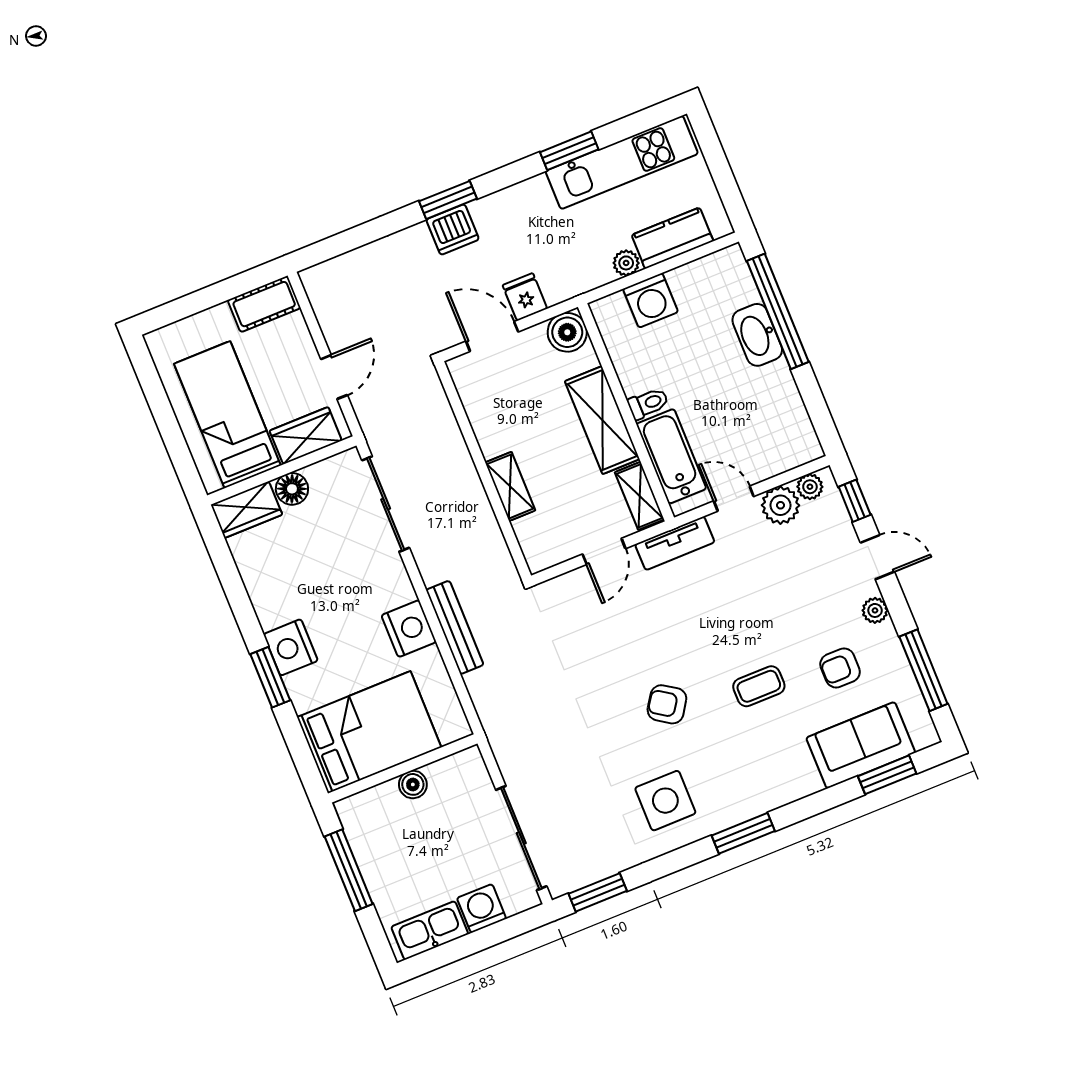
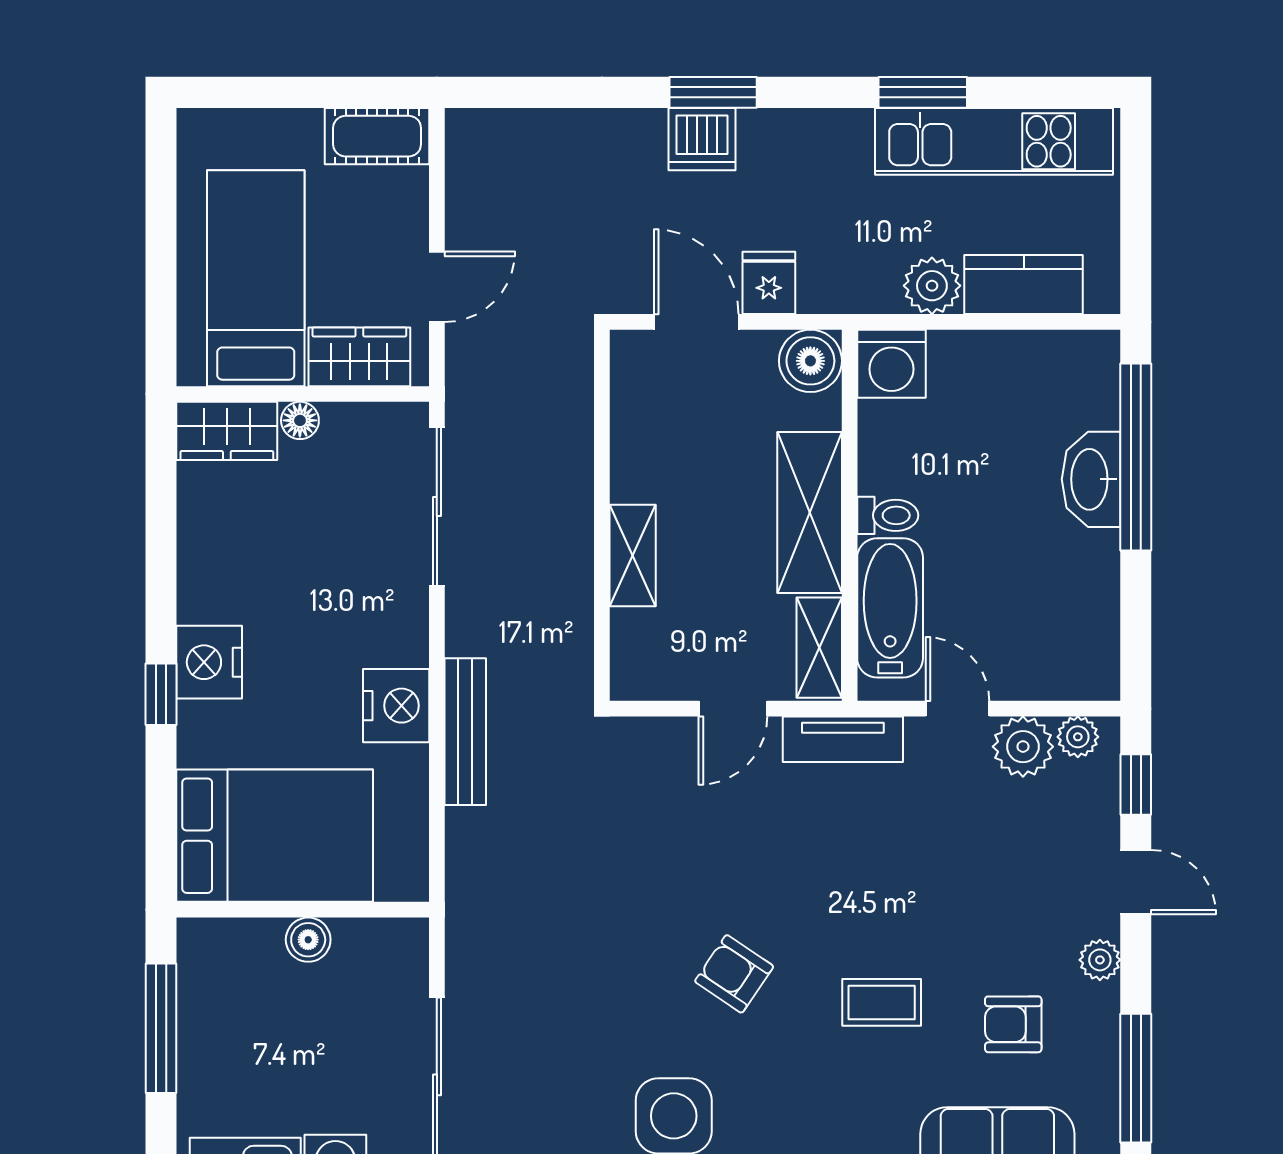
plant: (626, 263) -> (932, 286), width x1.38, depth x1.38
washing machine: (651, 300) -> (891, 364), moved
floor lamp: (292, 489) -> (300, 420), width x0.73, depth x0.73
window: (270, 677) -> (161, 694), width x0.67

